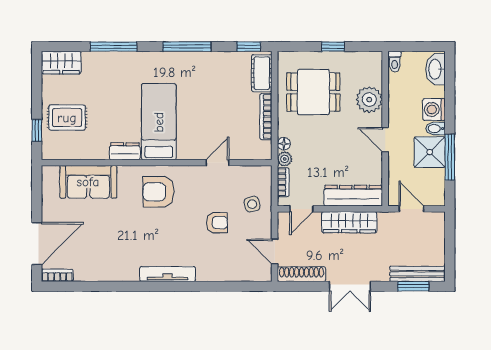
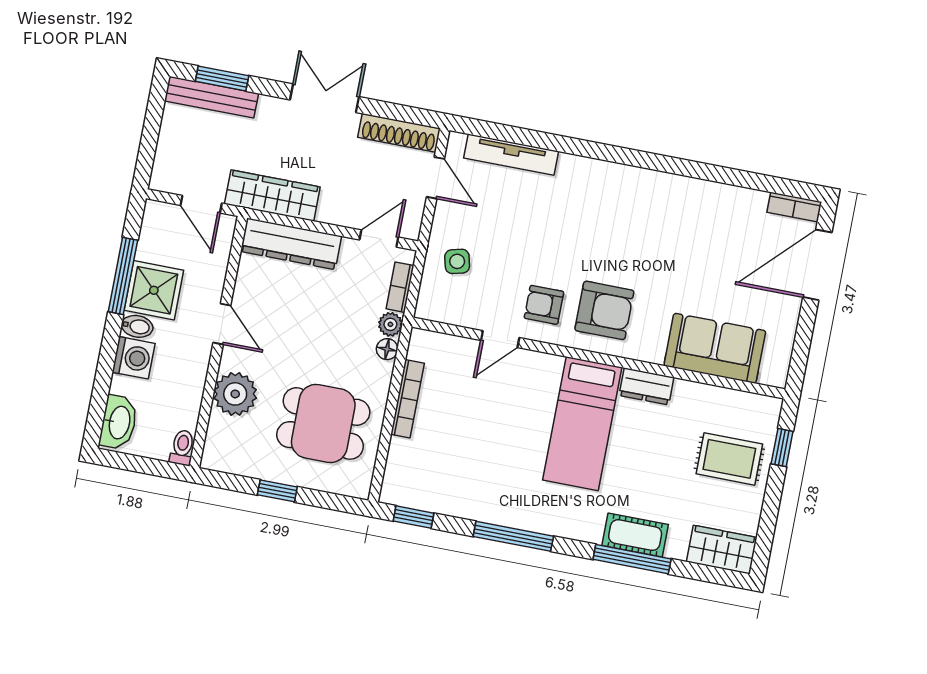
cot: (262, 73) -> (635, 535), moved, turned 90
wardrobe: (349, 222) -> (272, 195), moved
armchair: (217, 223) -> (544, 305), moved
tv unit: (168, 274) -> (511, 155), moved

